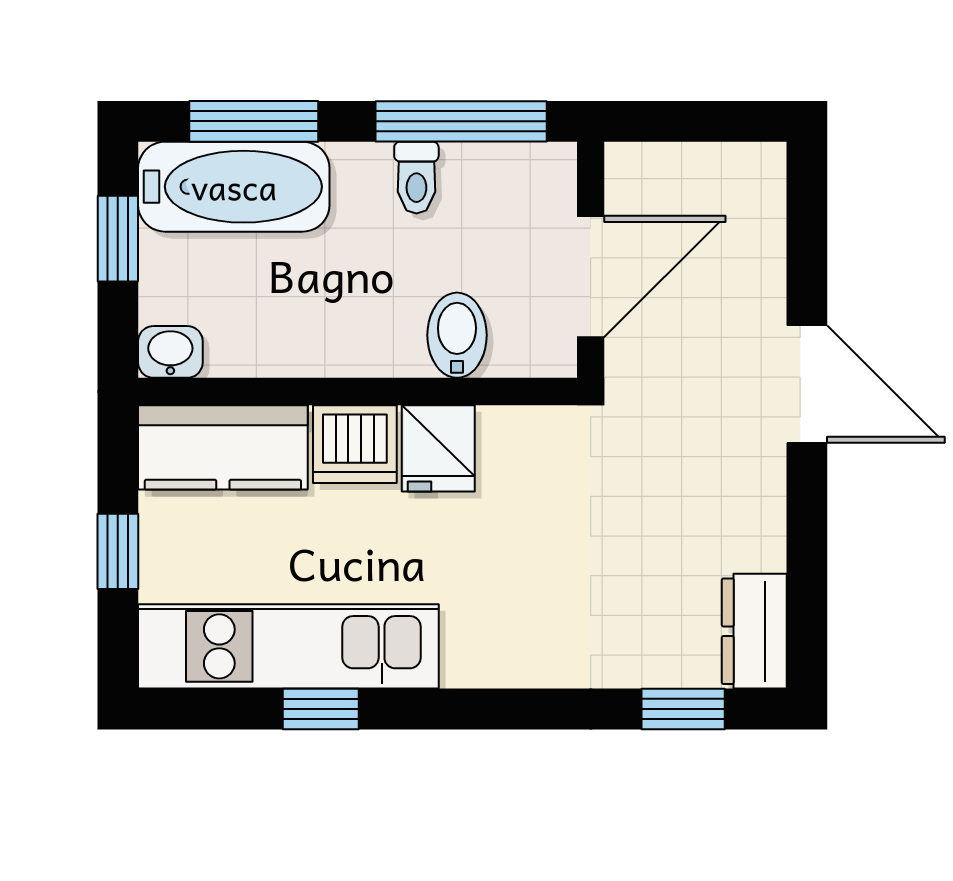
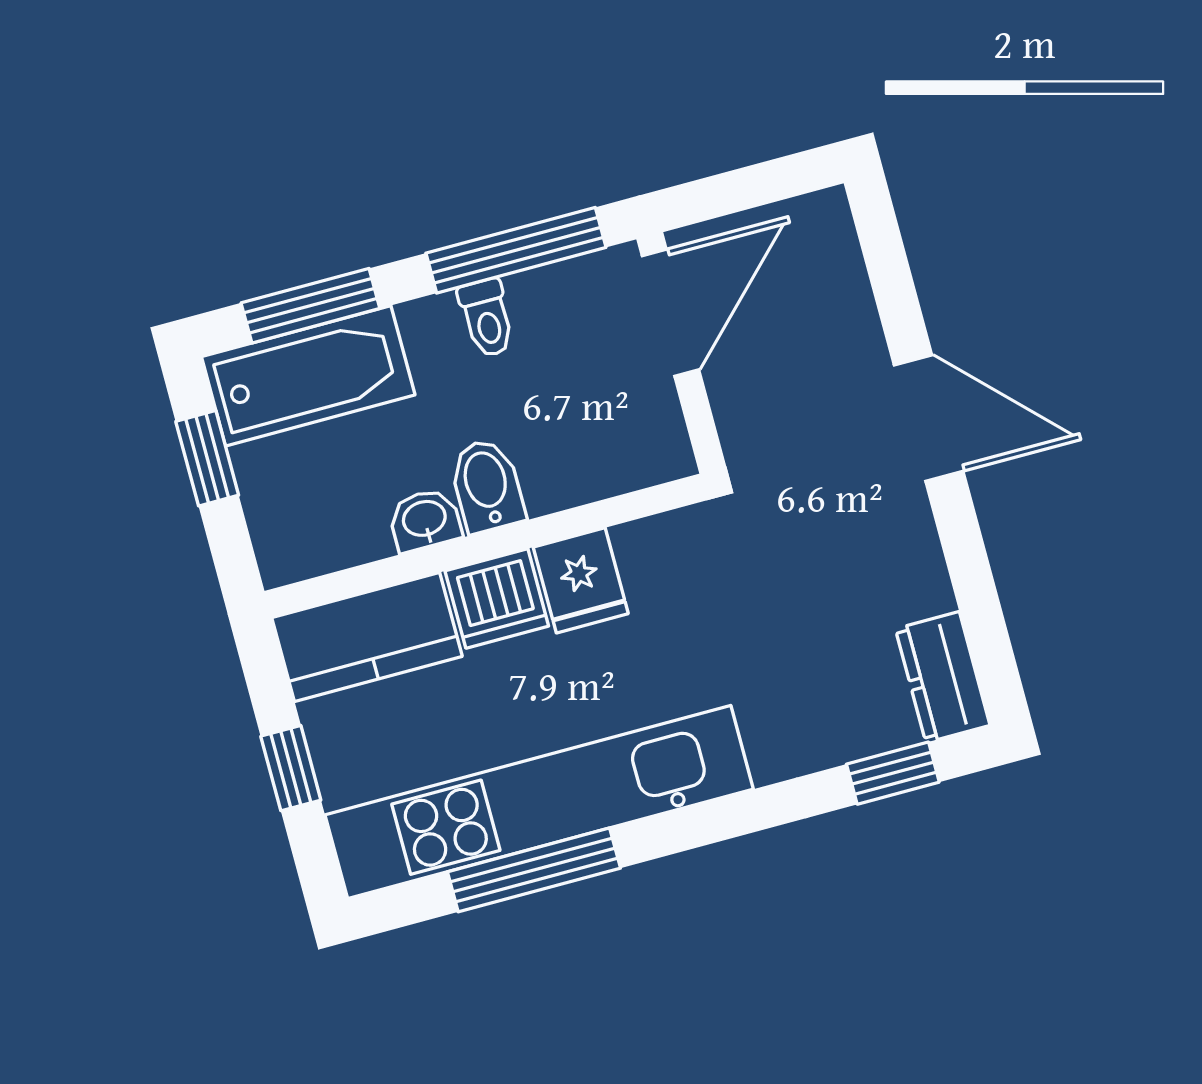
door: (591, 277) -> (670, 313), moved
bidet: (457, 335) -> (487, 485), moved
washbasin: (170, 352) -> (425, 520), moved
kitchen unit: (288, 646) -> (539, 802), width x1.36
window: (321, 709) -> (534, 870), width x2.17

